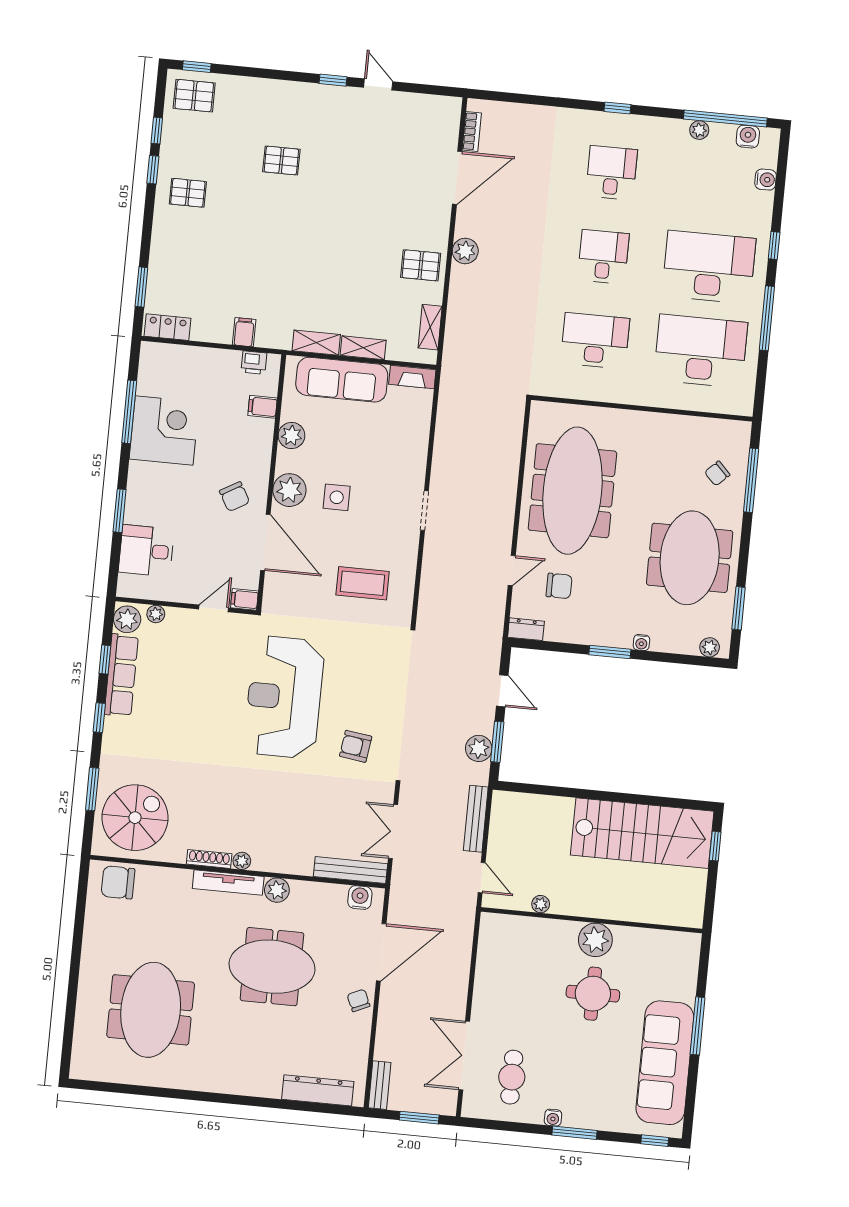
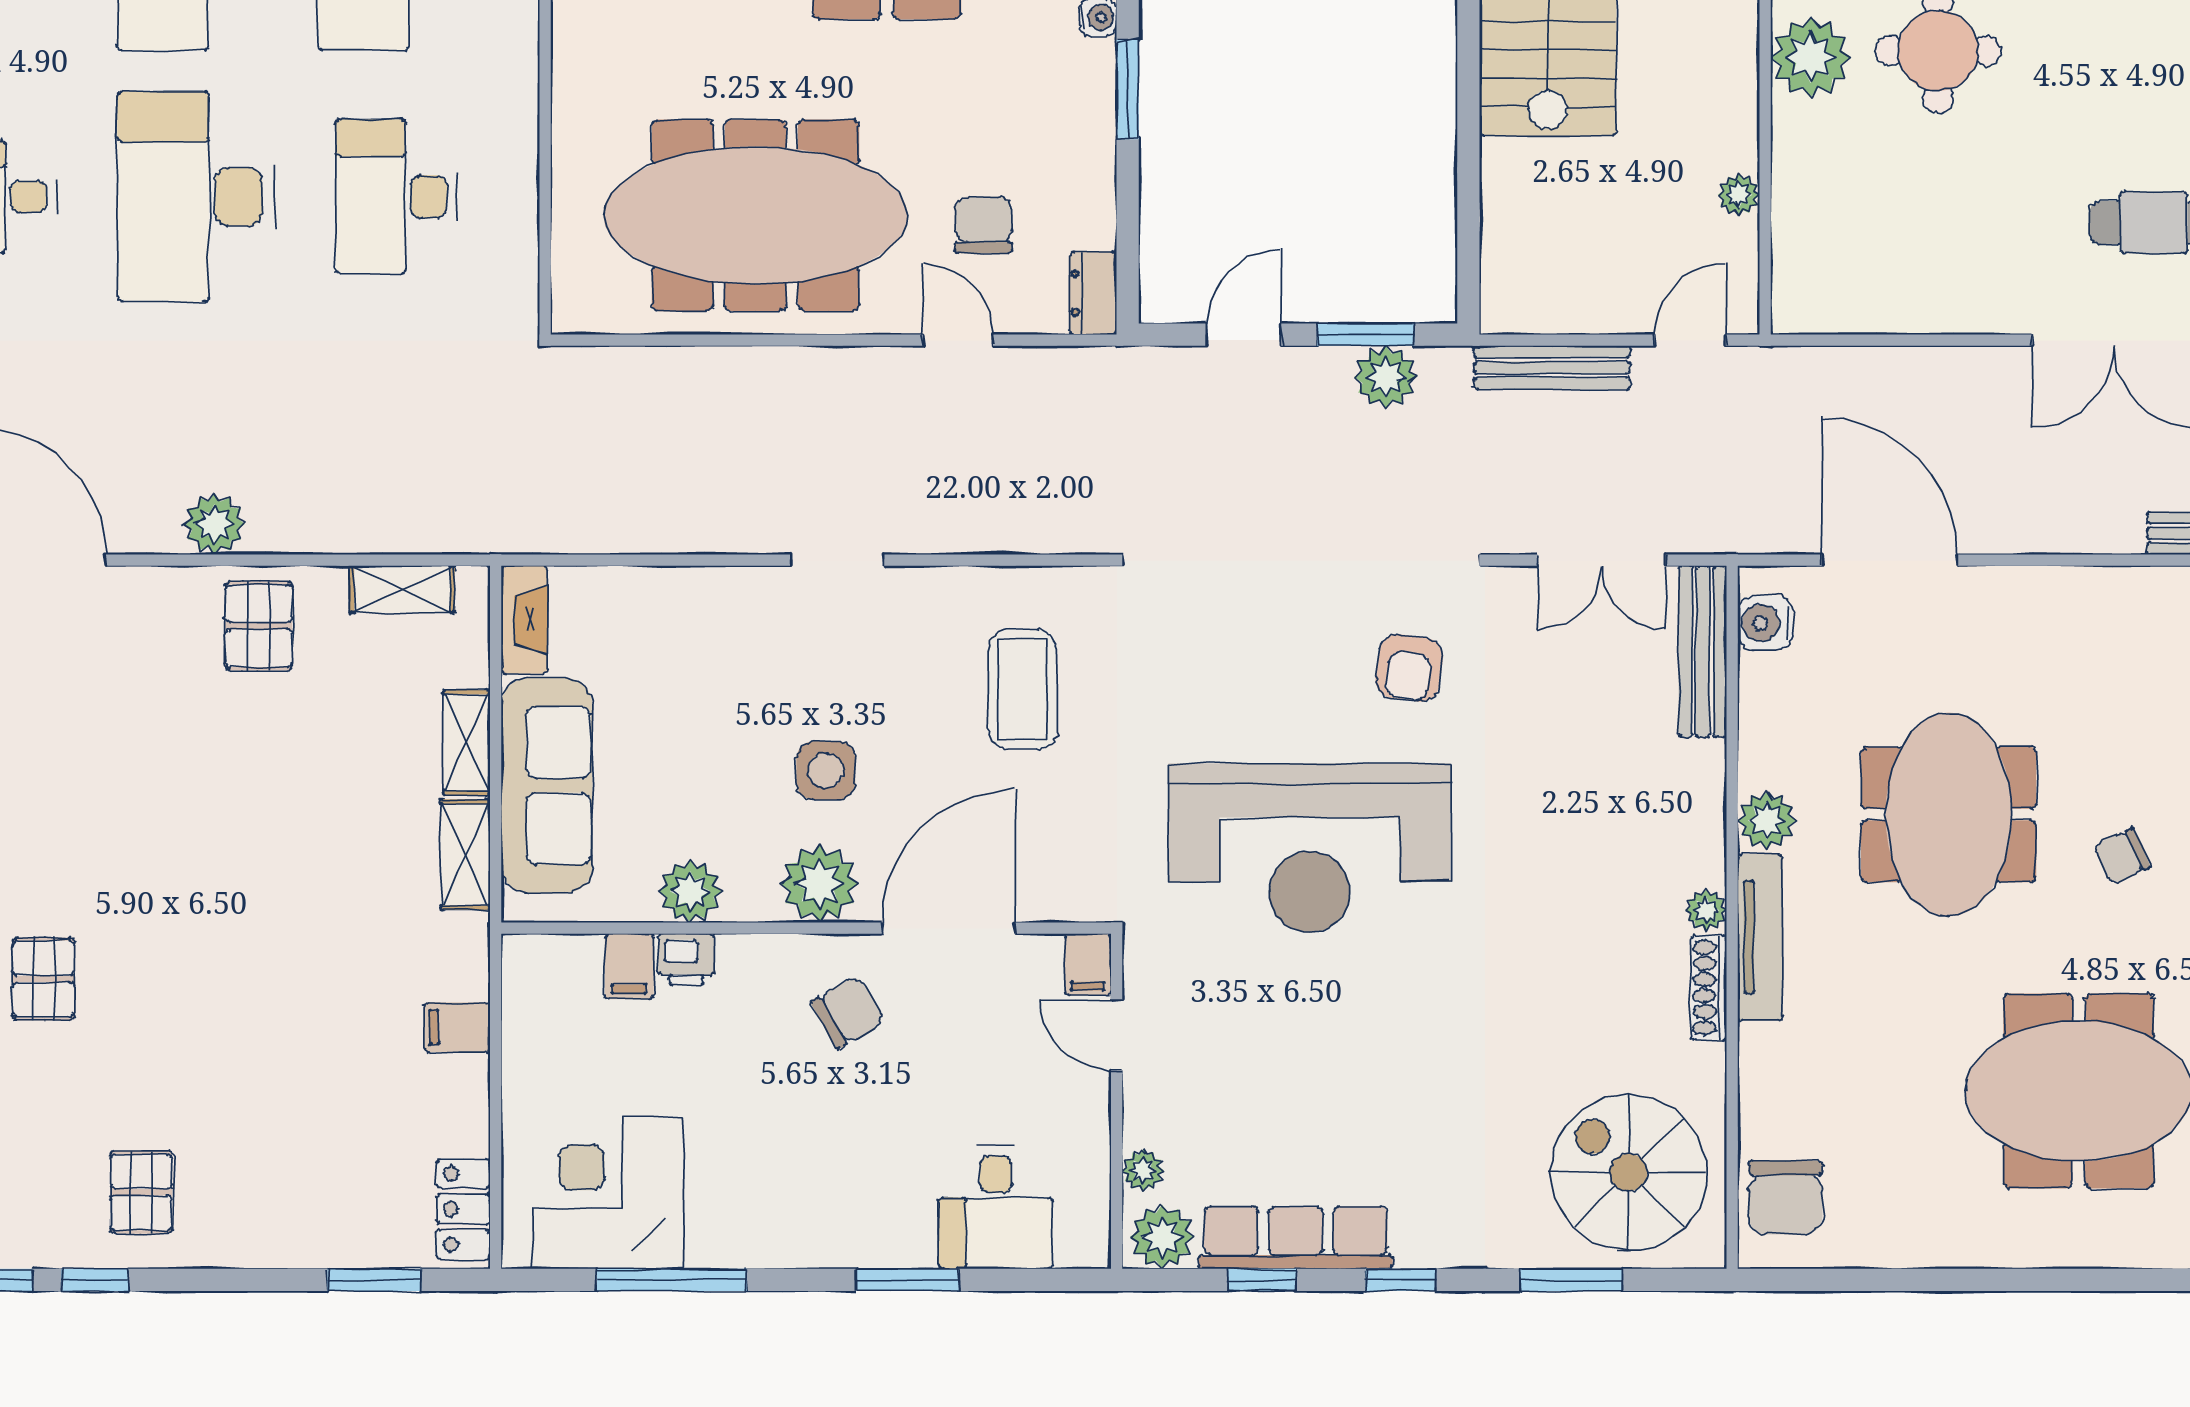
desk: (603, 257) -> (196, 197), width x1.87, depth x1.30
printer: (254, 363) -> (686, 959), moved, turned 90
corner desk: (164, 430) -> (607, 1193), moved
chair: (359, 1000) -> (2122, 856), moved

